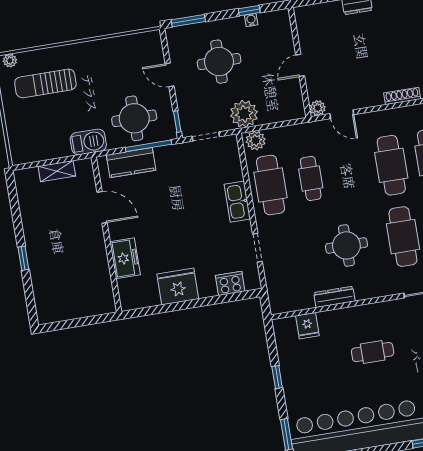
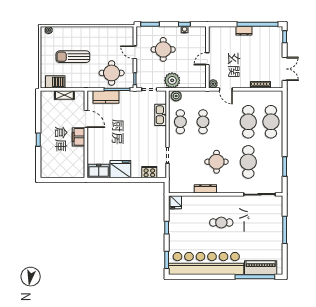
sun lounger: (45, 83) -> (73, 57), moved
barbecue: (88, 142) -> (55, 82), moved
cafe table: (271, 185) -> (180, 122), width x0.73, depth x0.74
kitchen sink: (237, 202) -> (161, 115), moved
filing cabinet: (94, 242) -> (79, 137), added
freezer: (125, 258) -> (99, 171), moved, turned -90
fridge: (307, 326) -> (176, 202), moved

